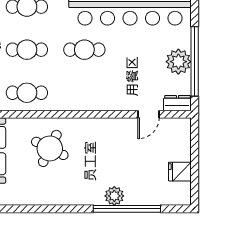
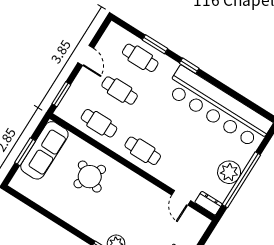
cafe table: (84, 50) -> (143, 151), moved
door: (148, 114) -> (181, 198), hinge flipped

